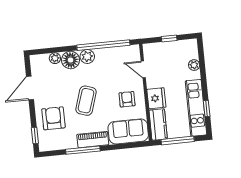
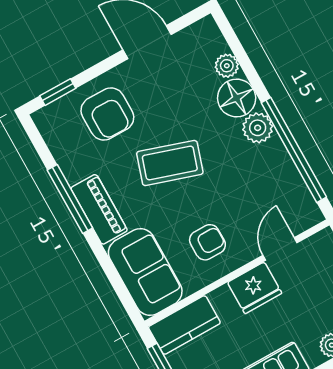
fridge: (156, 98) -> (255, 288), moved
armchair: (53, 118) -> (107, 114), turned 90

